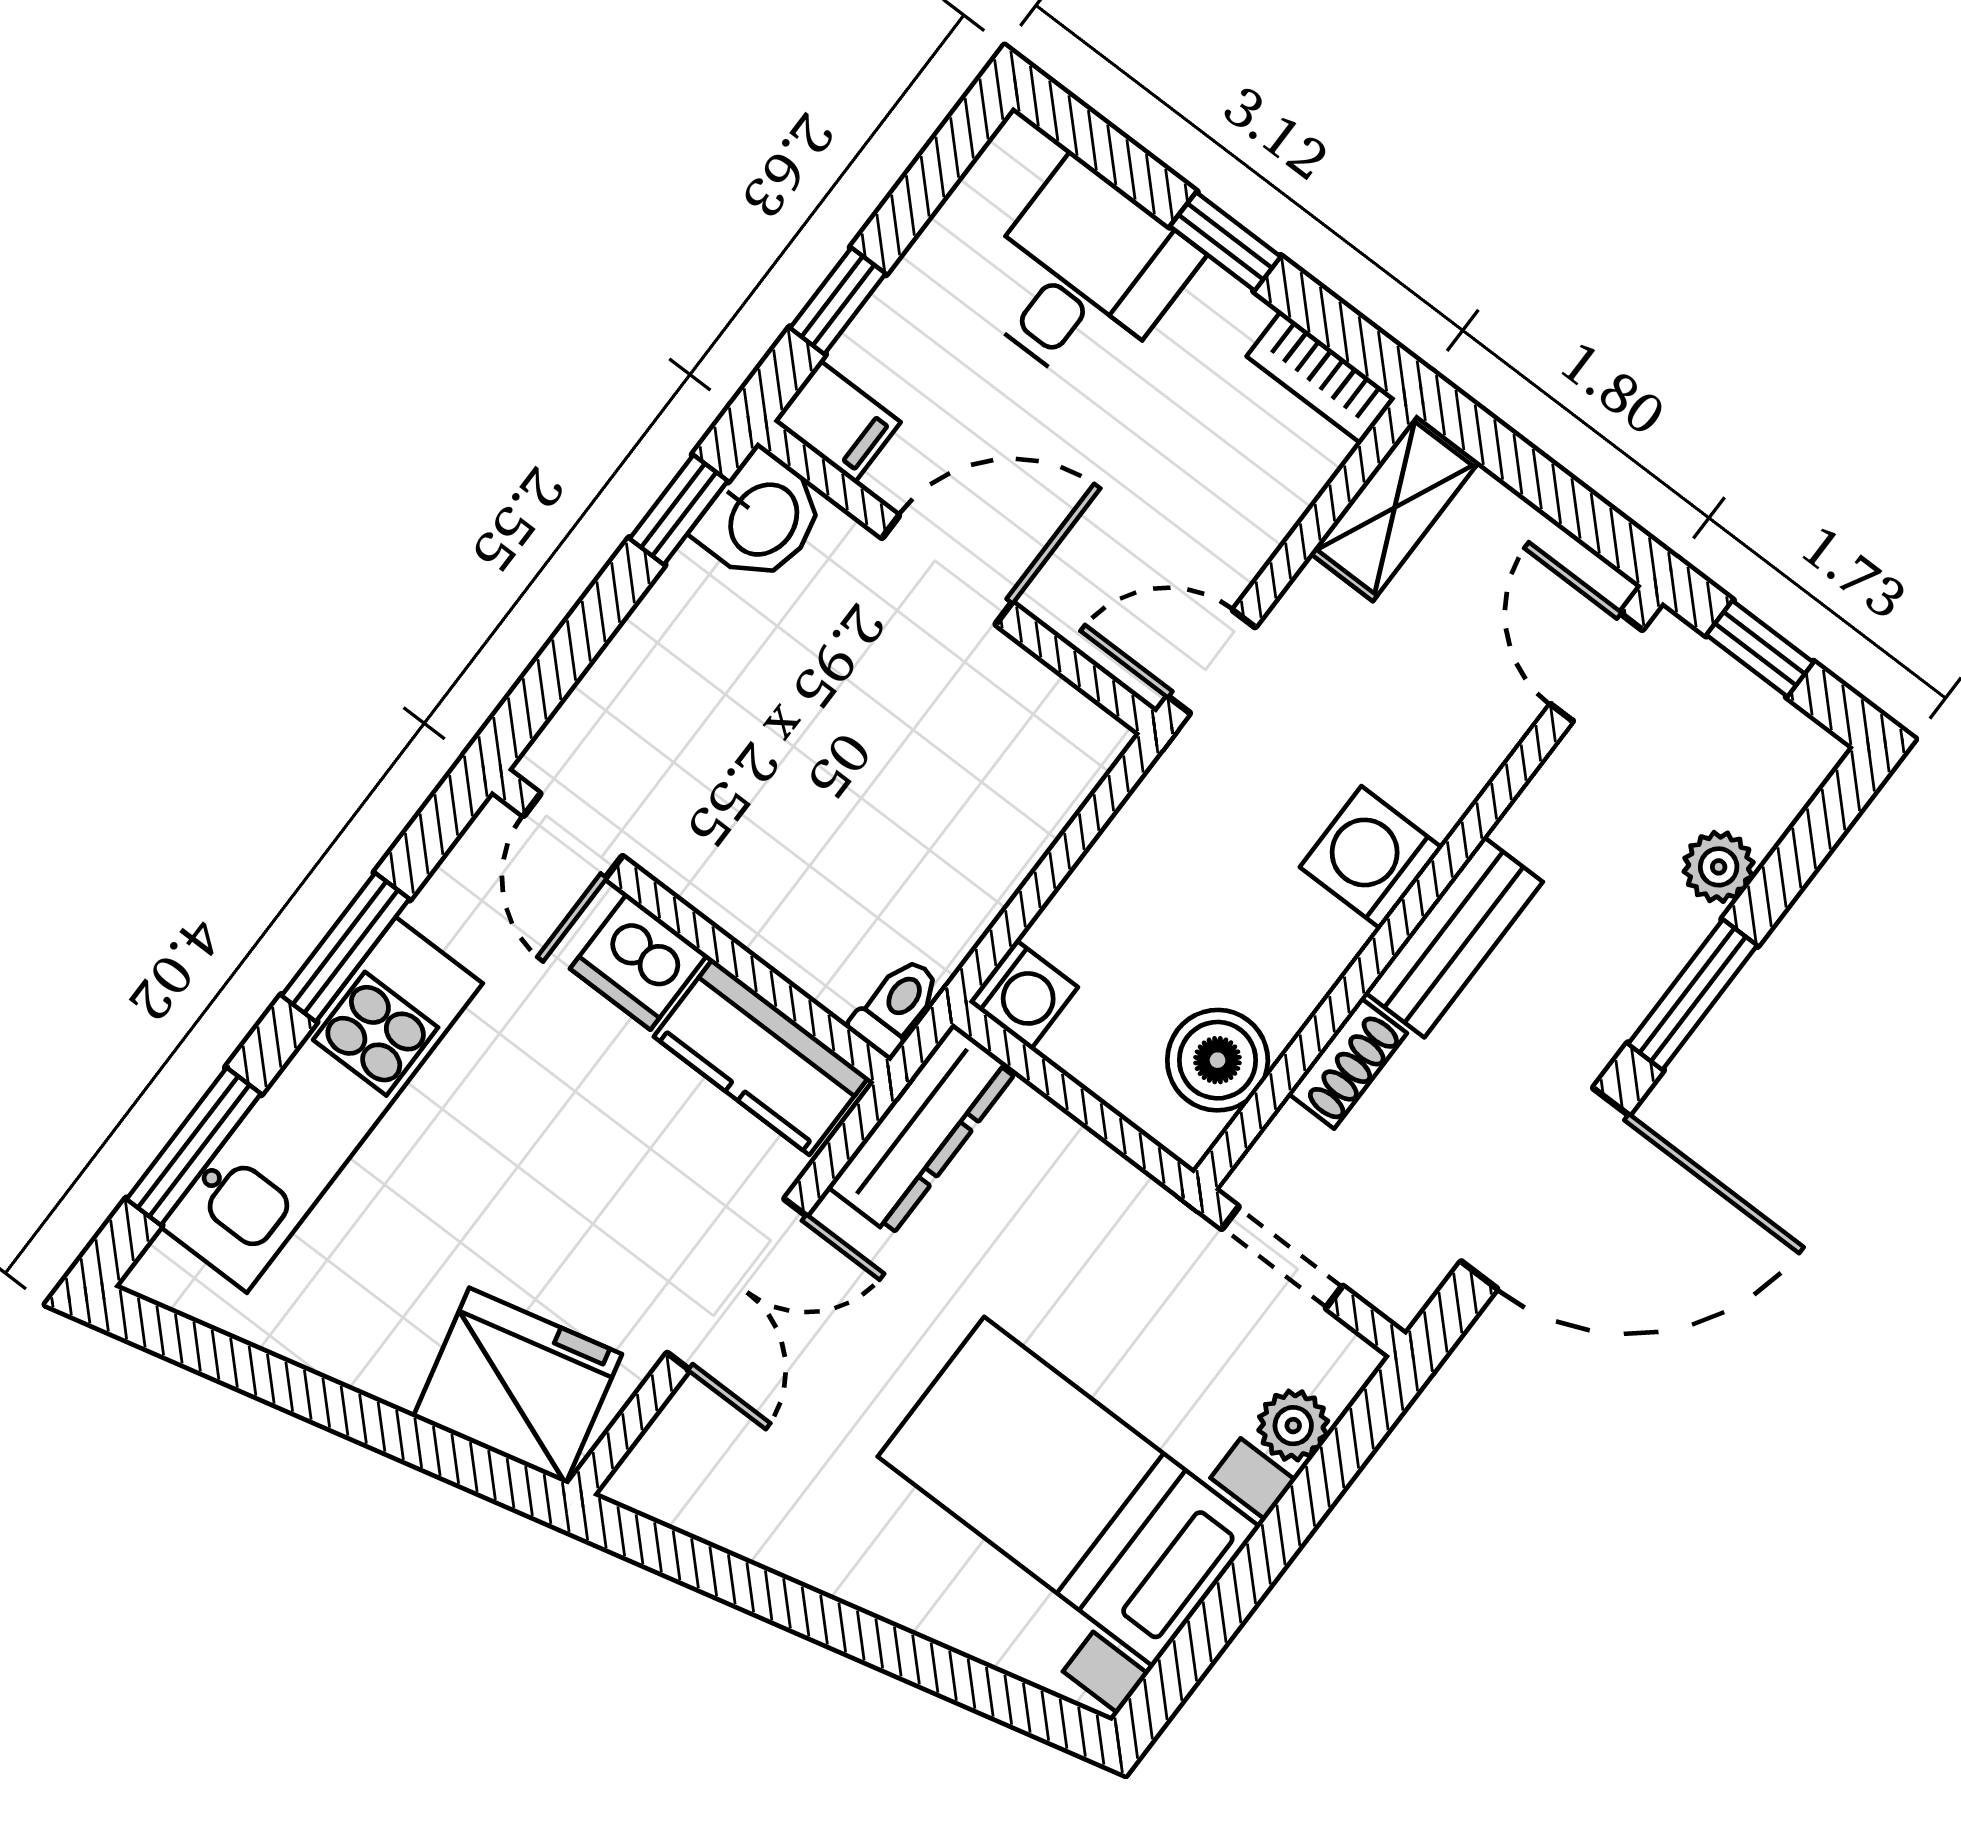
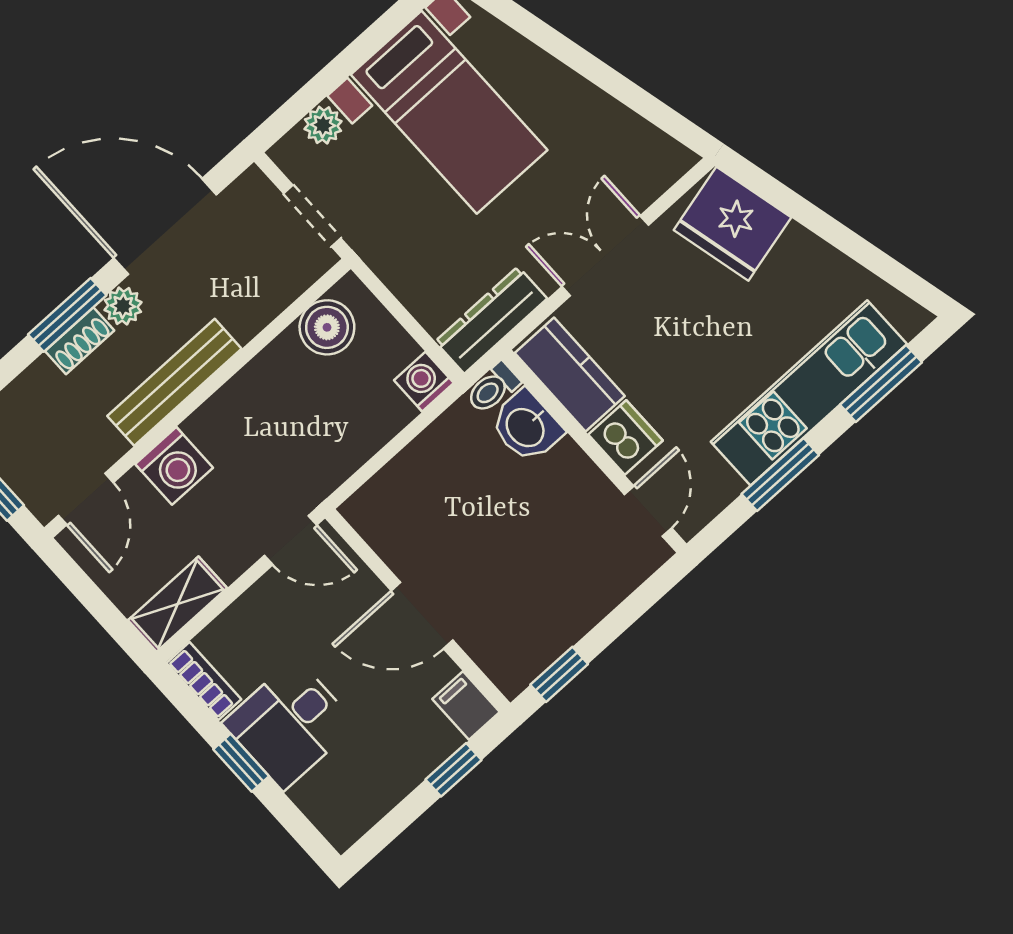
desk: (1083, 276) -> (289, 724), moved
washbasin: (761, 518) -> (526, 427), moved, turned -90
washing machine: (1371, 857) -> (174, 466), moved
plant: (1719, 867) -> (123, 306), moved
bench: (1454, 937) -> (174, 382), width x1.36
shoe rack: (1347, 1063) -> (80, 341), moved, turned 180

